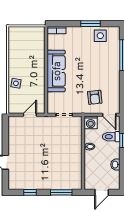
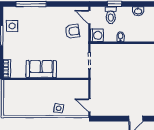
sofa: (56, 71) -> (41, 69), width x0.73
door: (30, 115) -> (89, 105), moved
door: (109, 115) -> (89, 17), swing flipped

